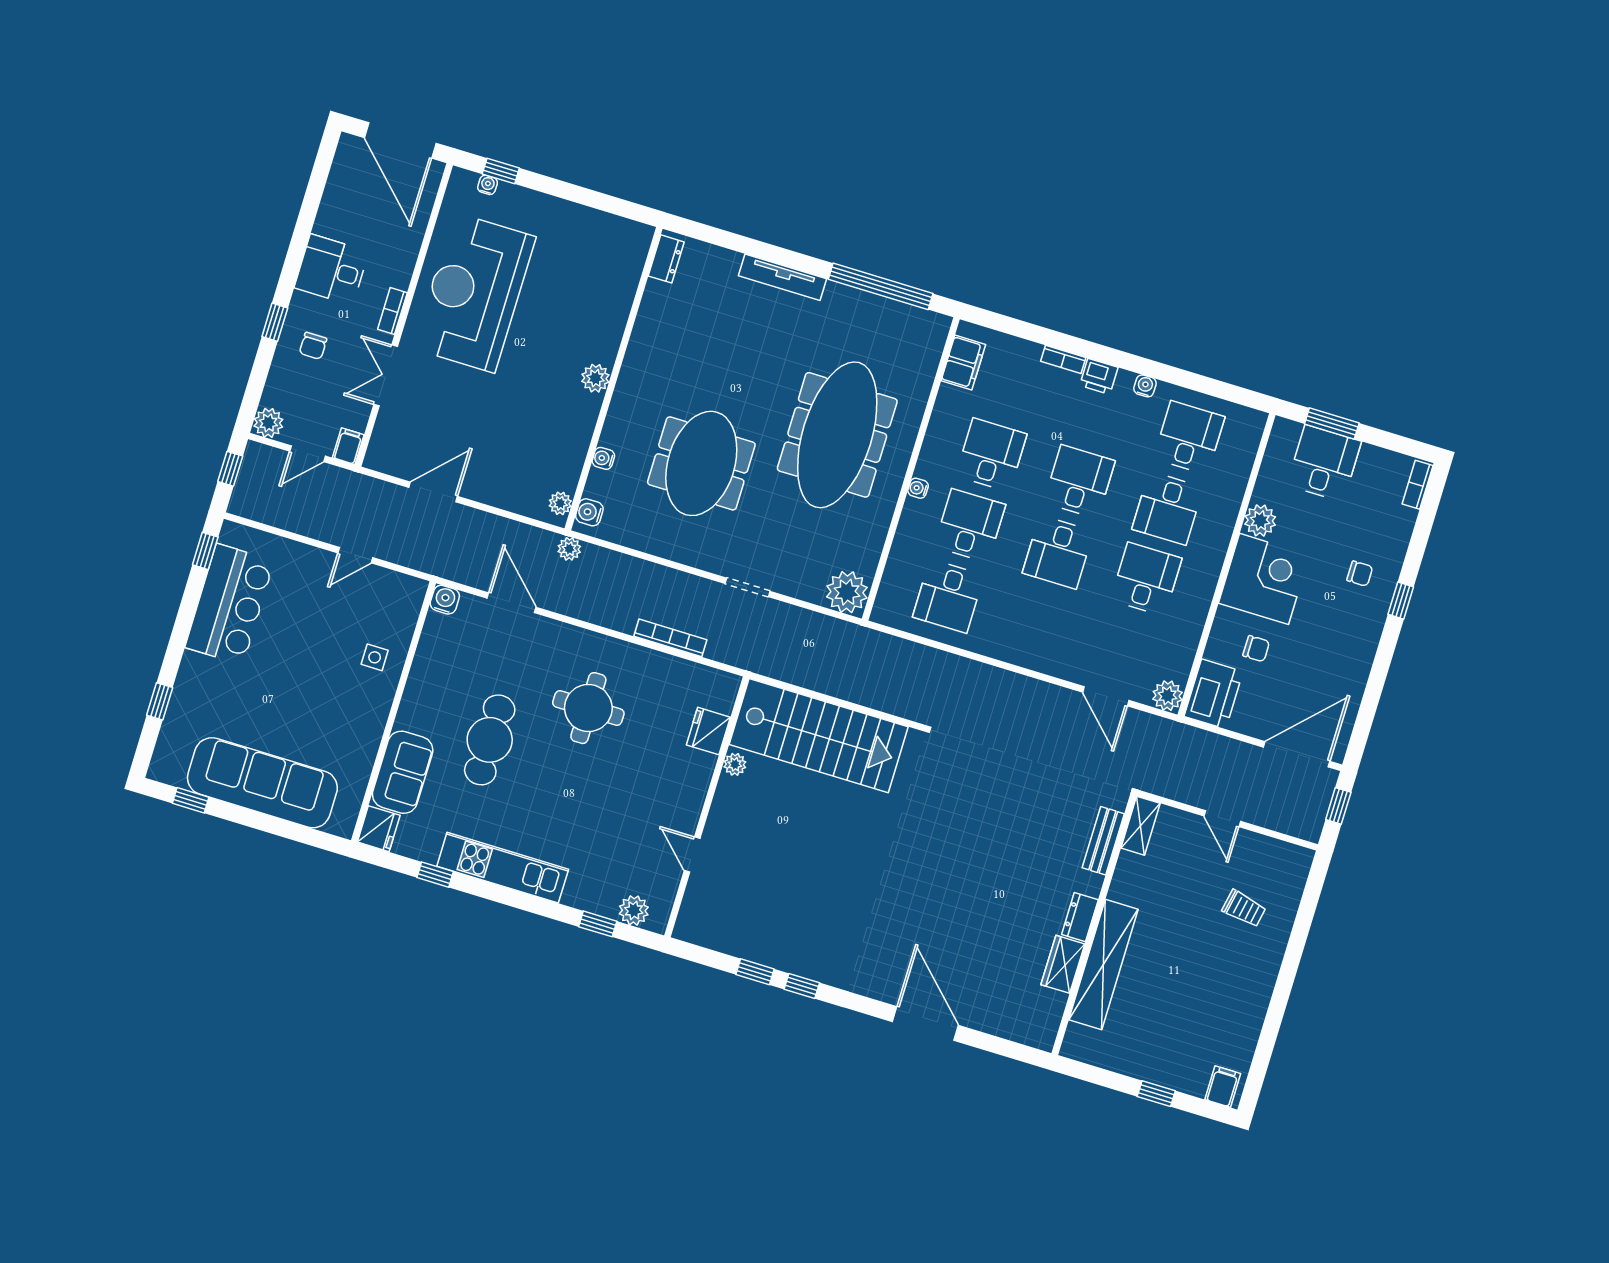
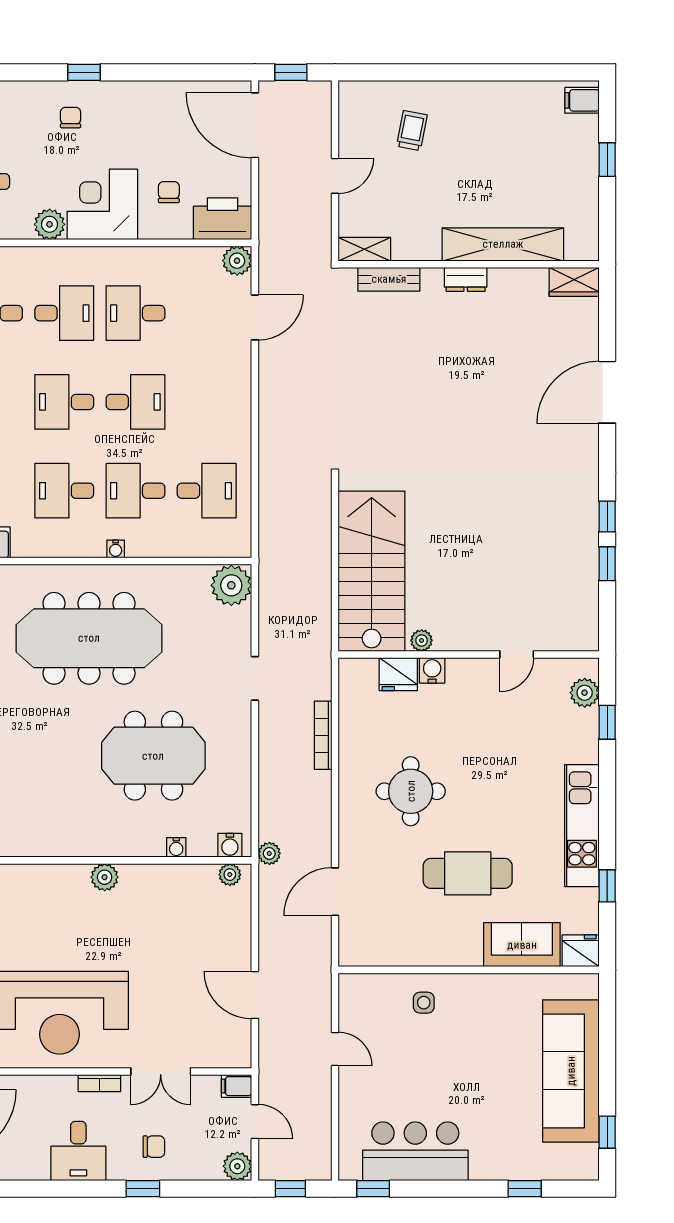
water cooler: (445, 600) -> (432, 670), moved, turned 90
wardrobe: (1063, 964) -> (574, 282), moved

